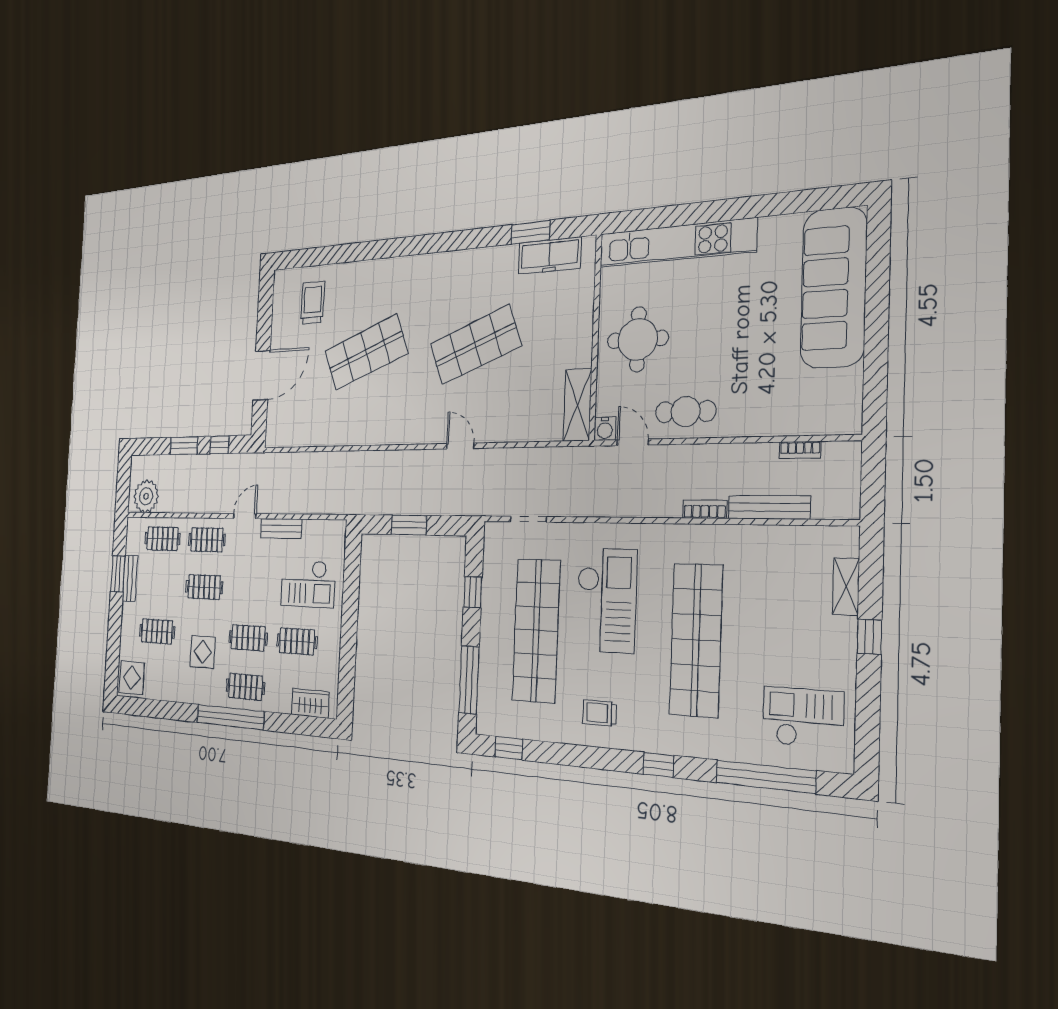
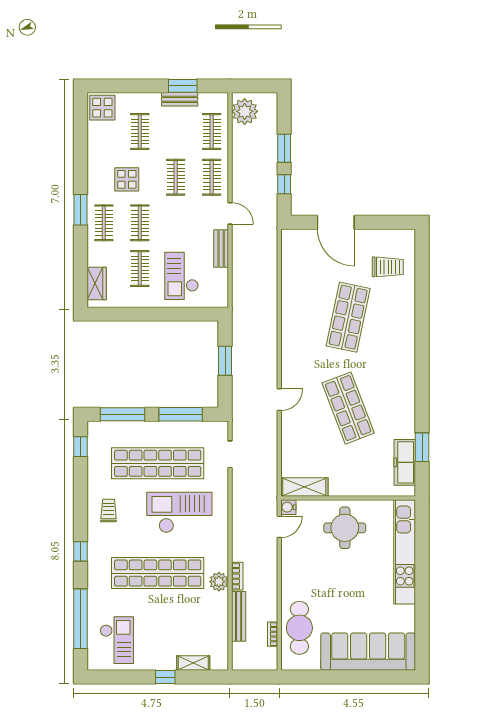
shop shelf: (366, 352) -> (348, 317), turned 33
cafe table: (686, 412) -> (299, 628), moved, width x1.37, depth x1.35
plant: (712, 539) -> (219, 582), added
window: (473, 592) -> (181, 414), width x2.17
checkout: (606, 600) -> (179, 512), turned 180
window: (230, 717) -> (81, 210), width x0.47

